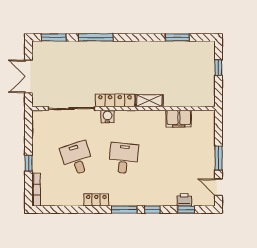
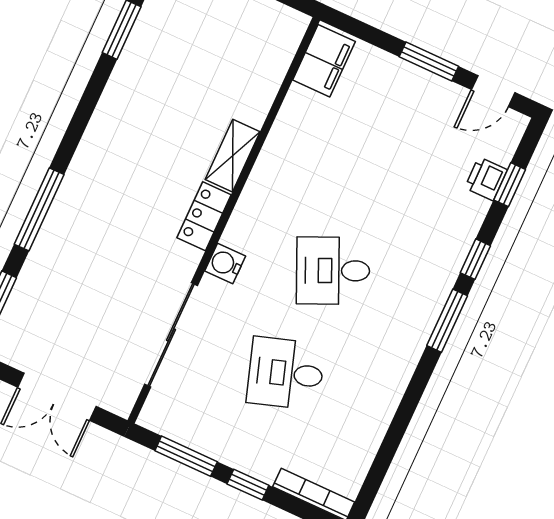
locker: (115, 100) -> (204, 216), width x0.66
filing cabinet: (179, 119) -> (324, 61), moved
window: (29, 135) -> (186, 456), added
desk: (123, 158) -> (333, 271), turned -30
locker: (96, 200) -> (398, 373), removed

